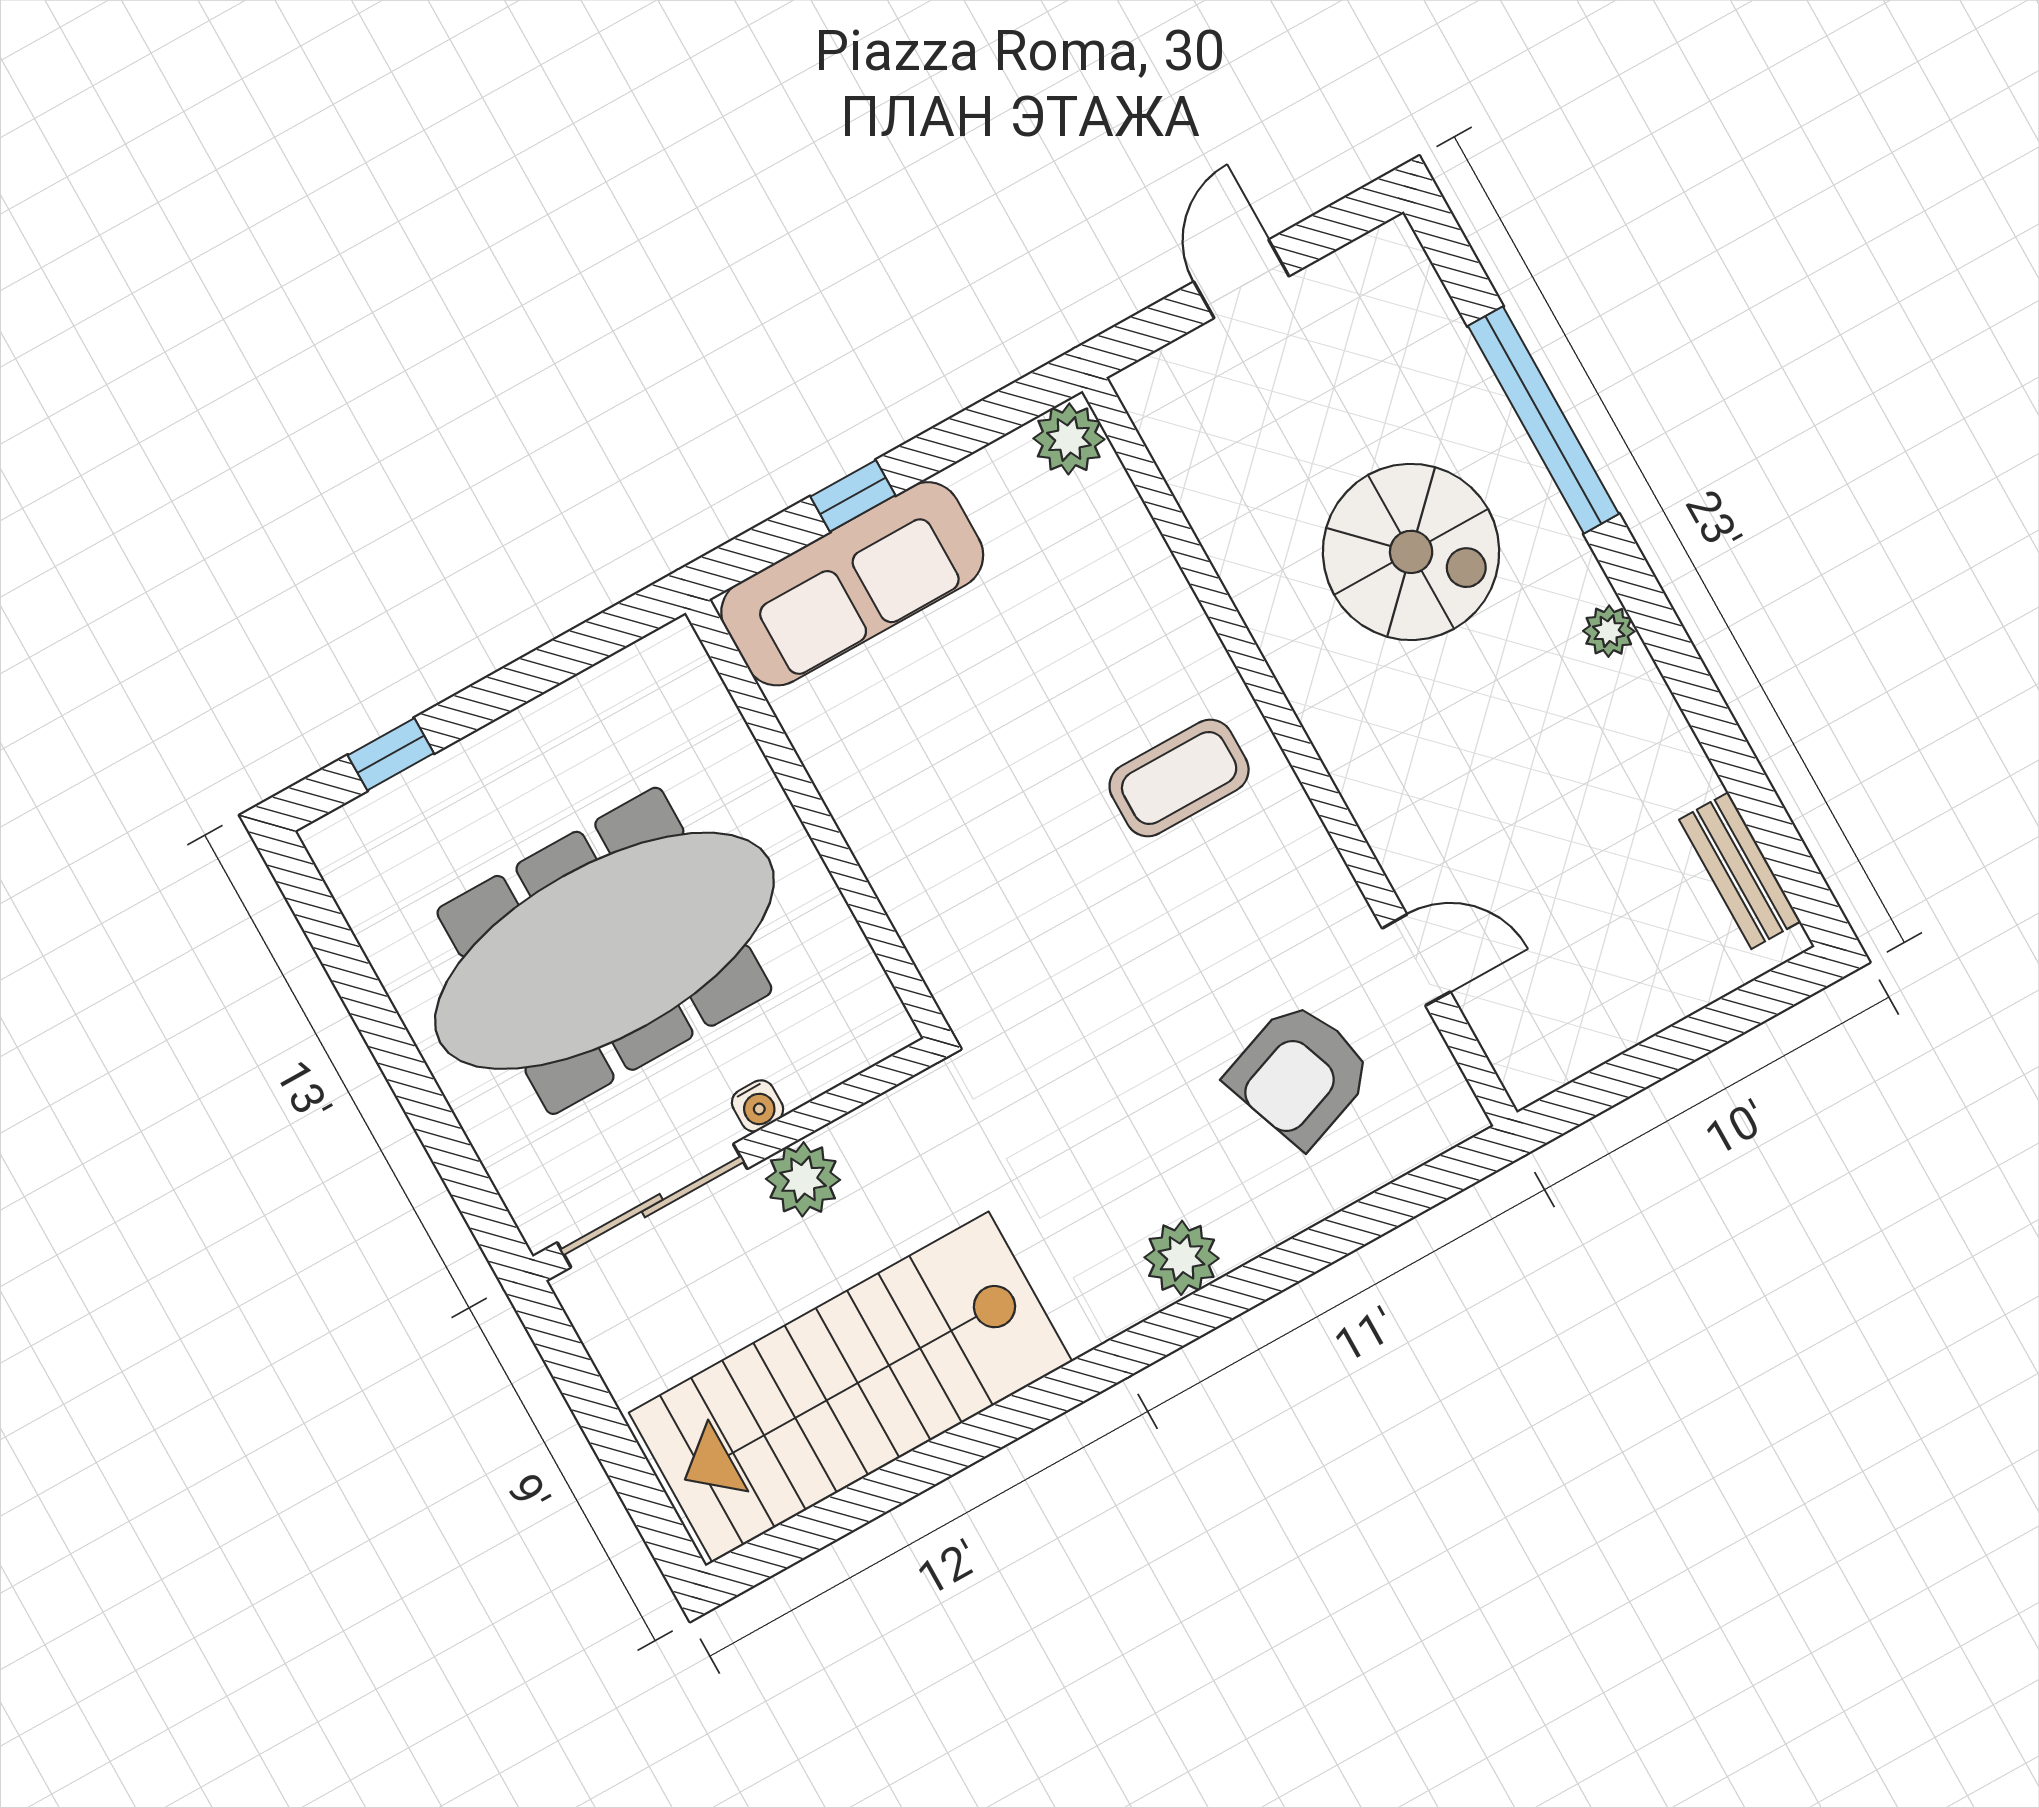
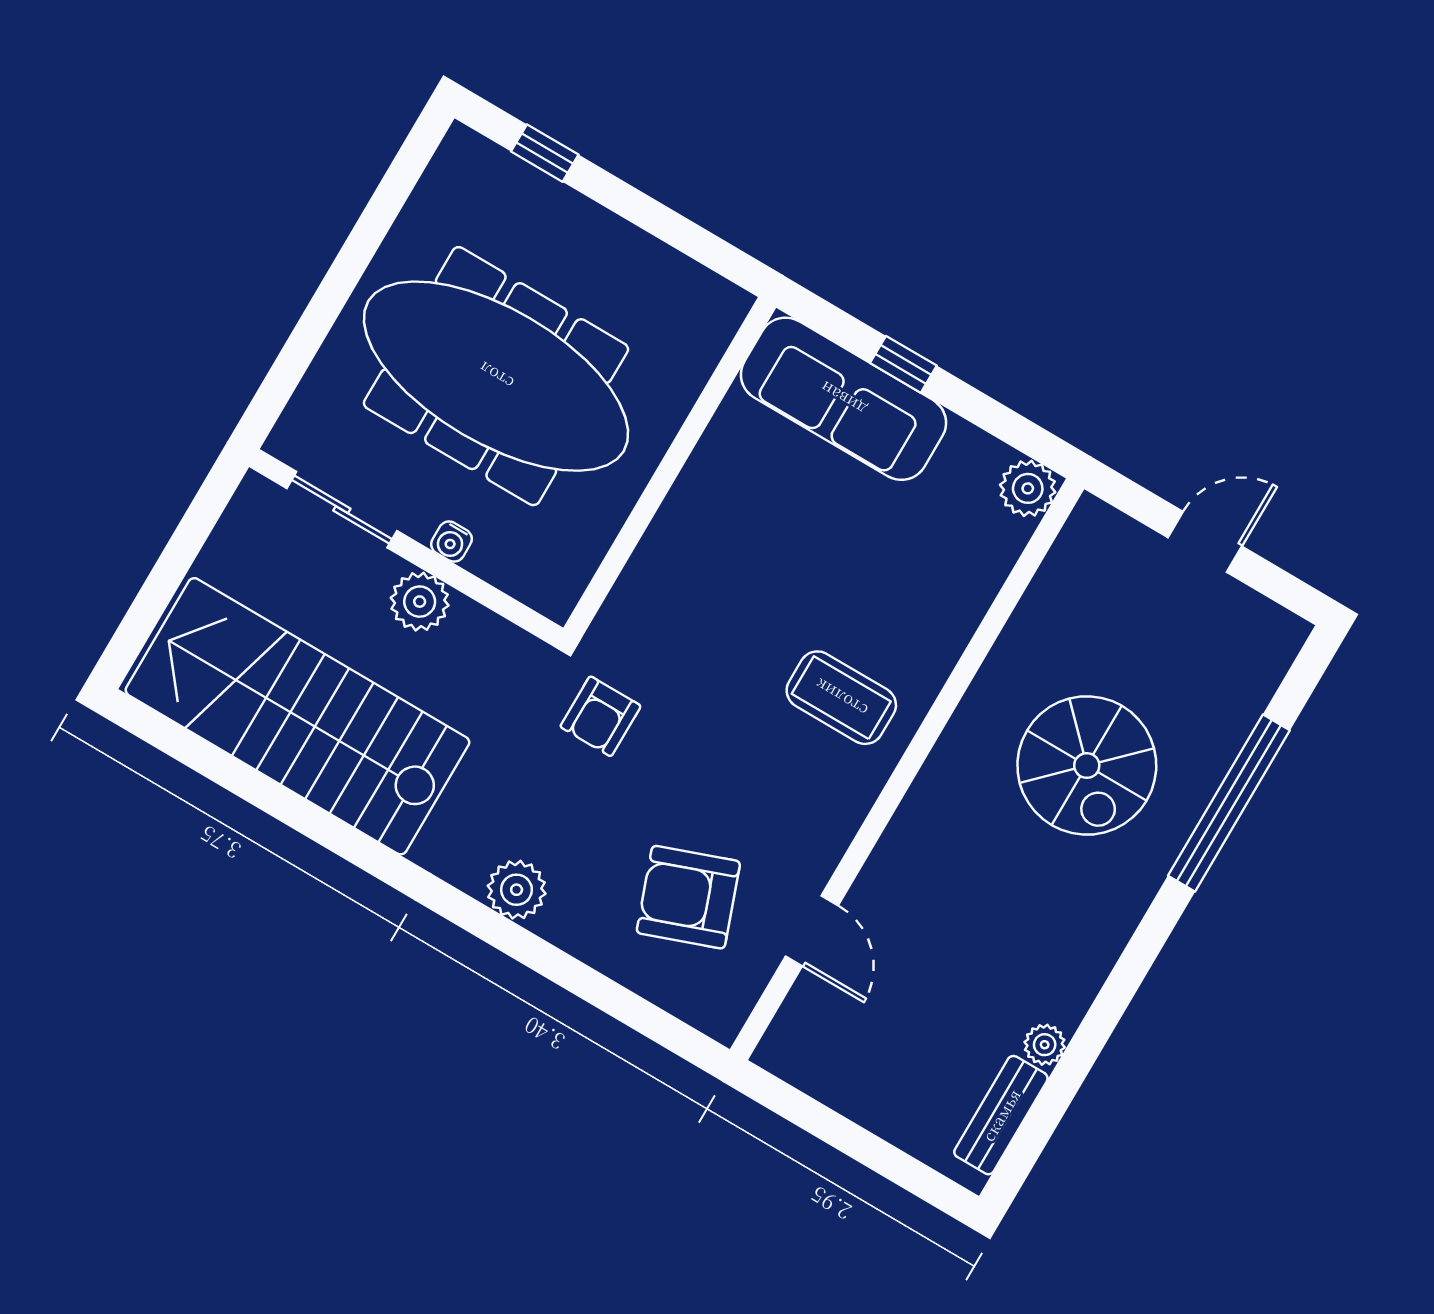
plant: (1609, 631) -> (1045, 1045), moved
armchair: (1045, 1054) -> (600, 716), added
sliding door: (652, 1206) -> (342, 510), width x0.73

